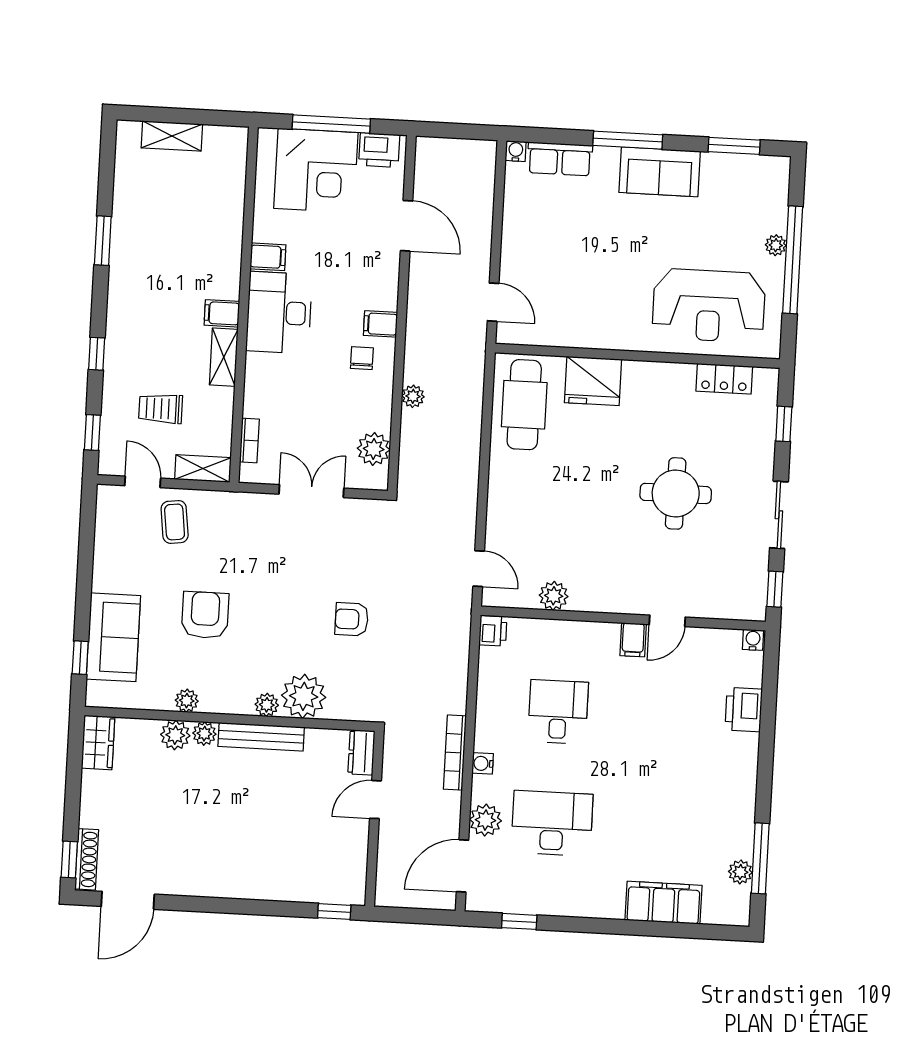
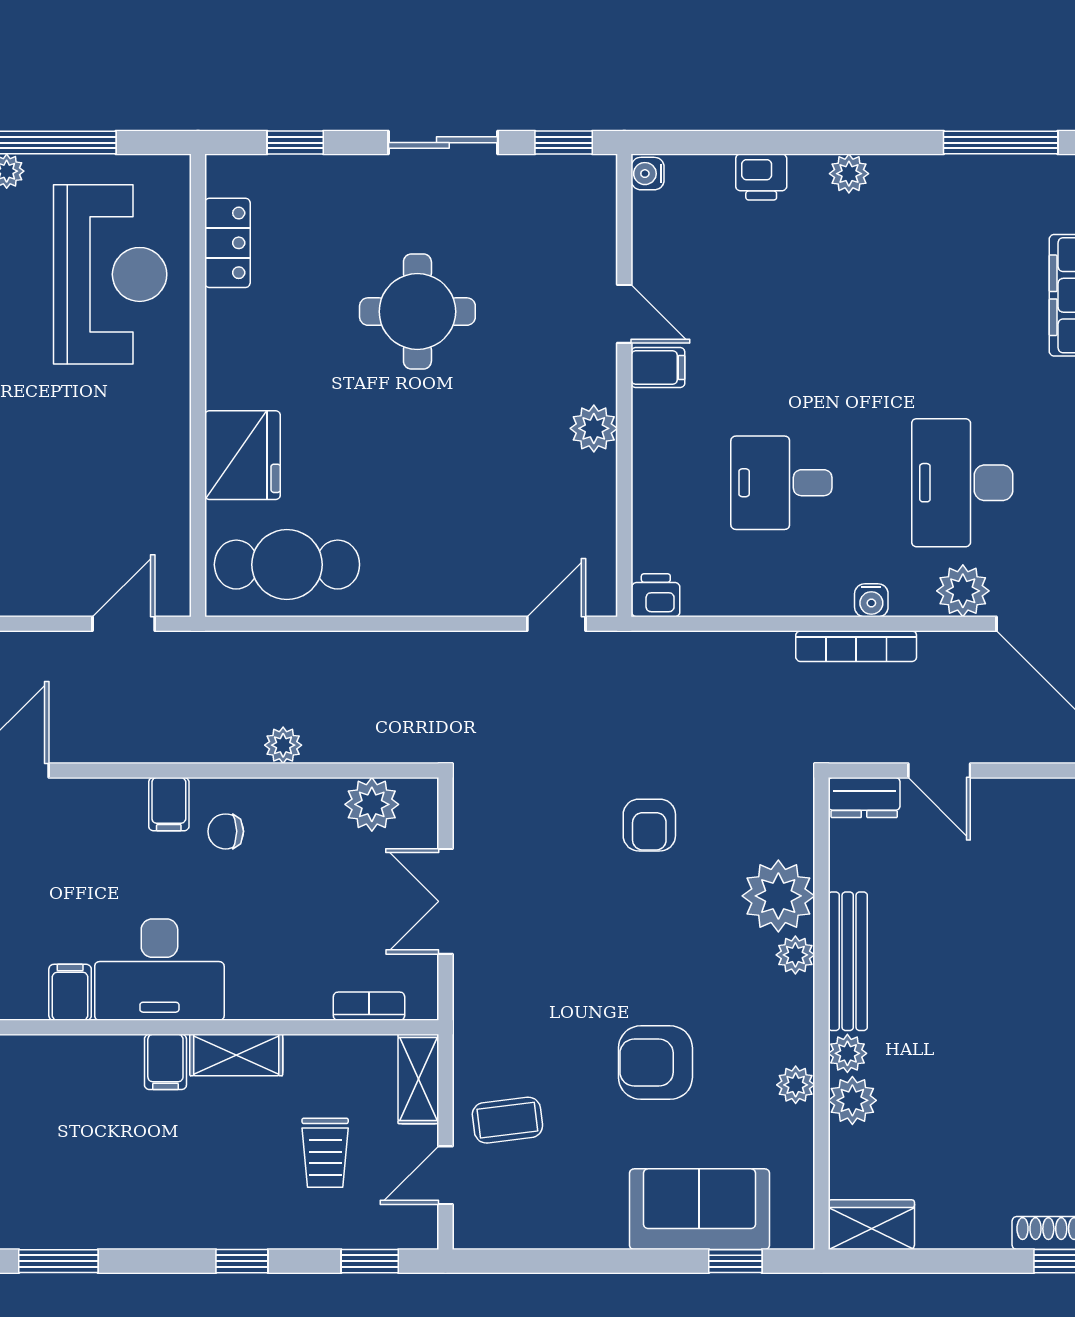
plant: (554, 596) -> (594, 428), moved
printer: (744, 710) -> (761, 177), width x0.73, depth x0.81
plant: (740, 872) -> (849, 174), moved

